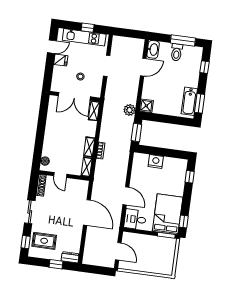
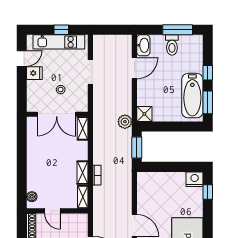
window: (204, 67) -> (208, 73), moved
bathtub: (189, 101) -> (192, 96), width x1.36, depth x1.36
nightstand: (156, 161) -> (195, 179), moved

